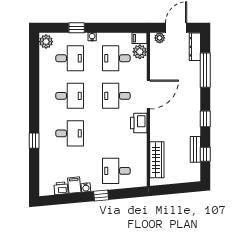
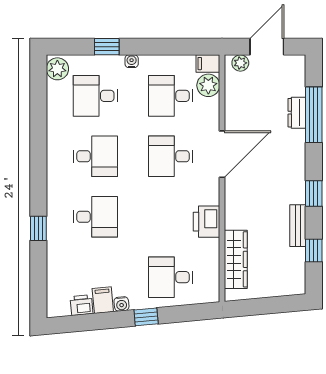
dresser: (195, 47) -> (297, 113), moved, width x0.70
desk: (70, 58) -> (95, 96), turned 180
printer: (139, 123) -> (207, 222), moved
bench: (195, 149) -> (298, 226), moved

